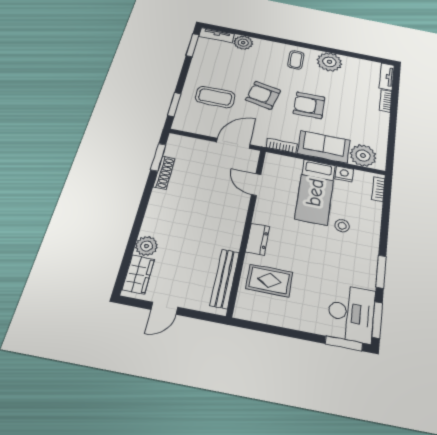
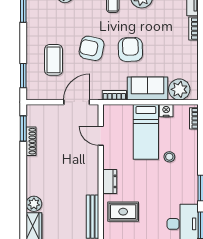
coffee table: (215, 97) -> (54, 60), turned 90
armchair: (309, 105) -> (130, 49), turned 88

